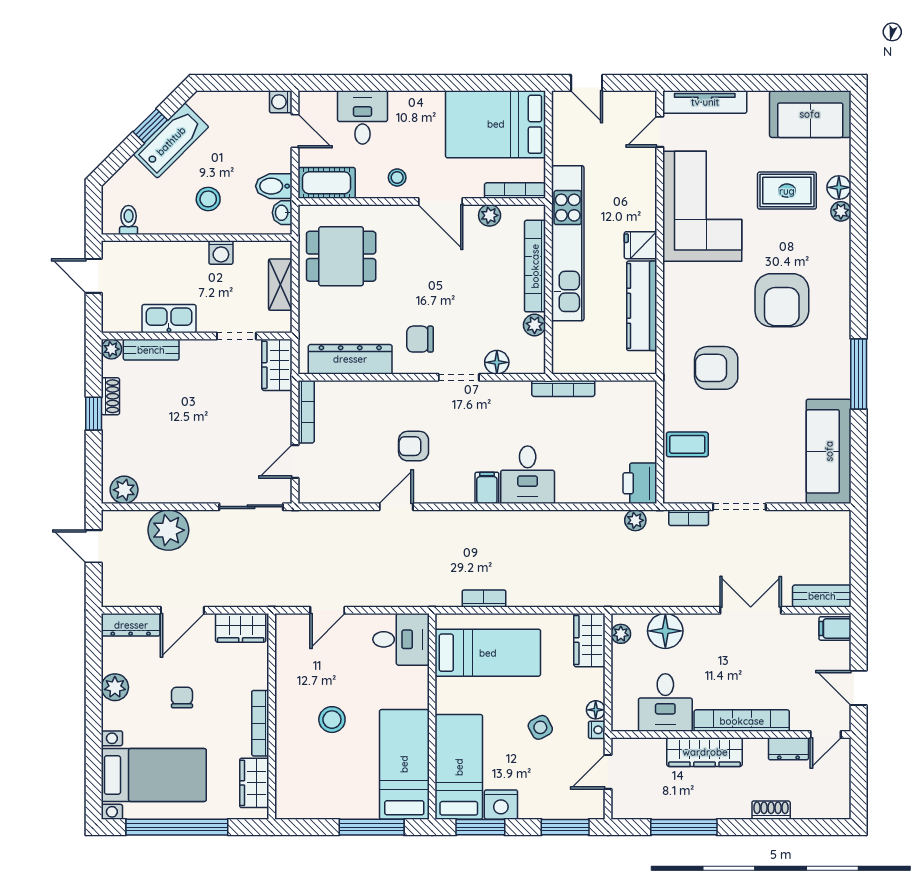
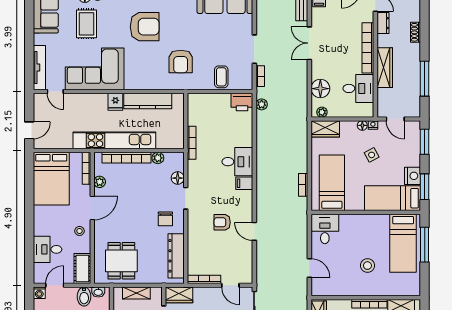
armchair: (414, 446) -> (222, 222), turned 90
bed: (404, 764) -> (403, 243), moved, turned -90

